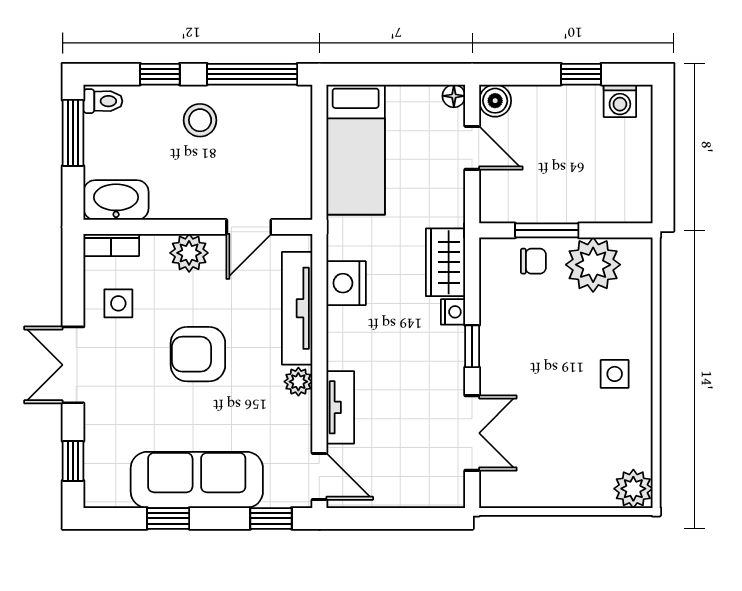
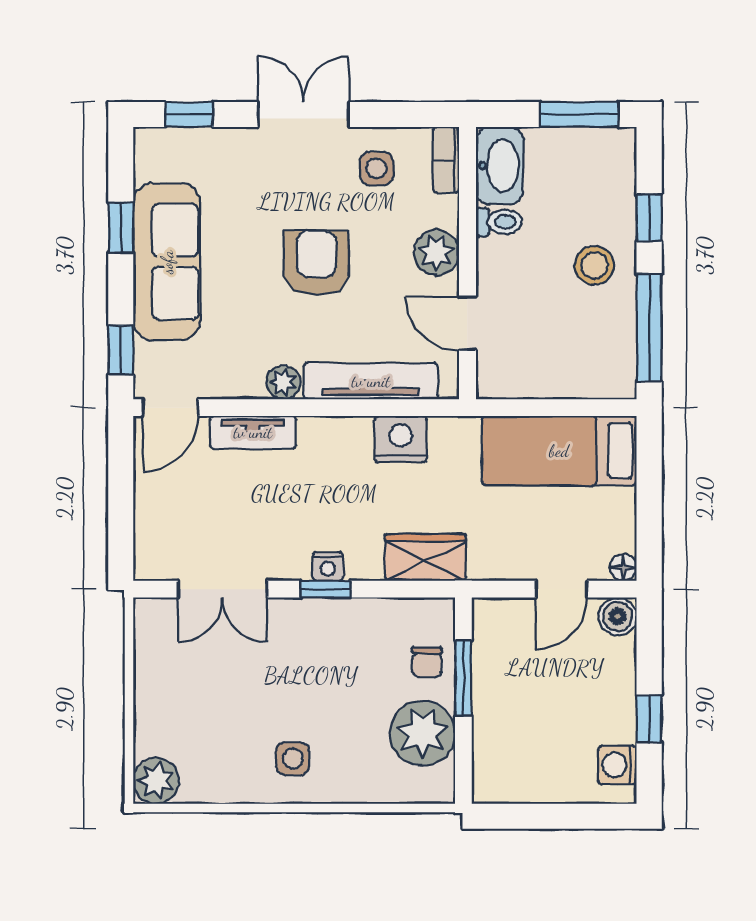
toilet: (103, 101) -> (499, 222), moved, turned -90
nightstand: (453, 312) -> (328, 566), moved

